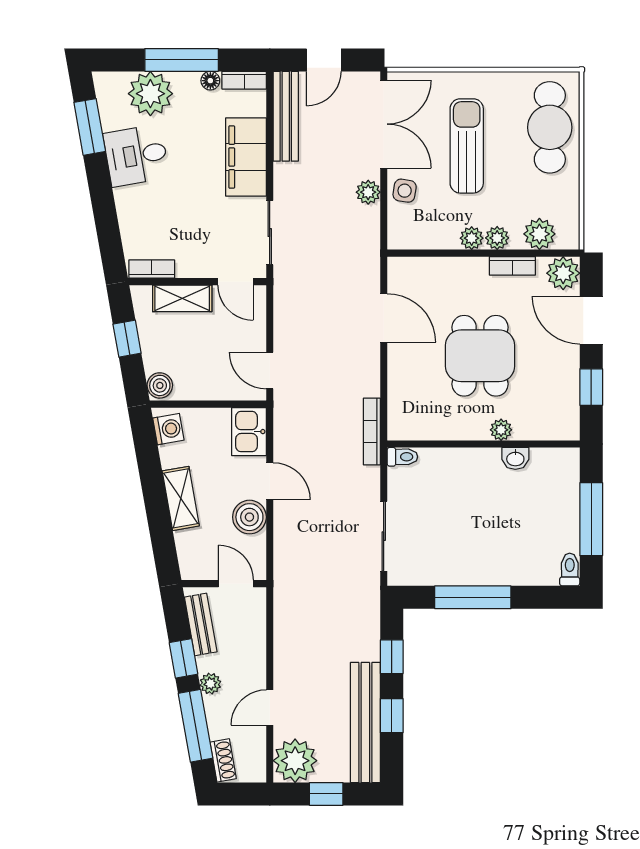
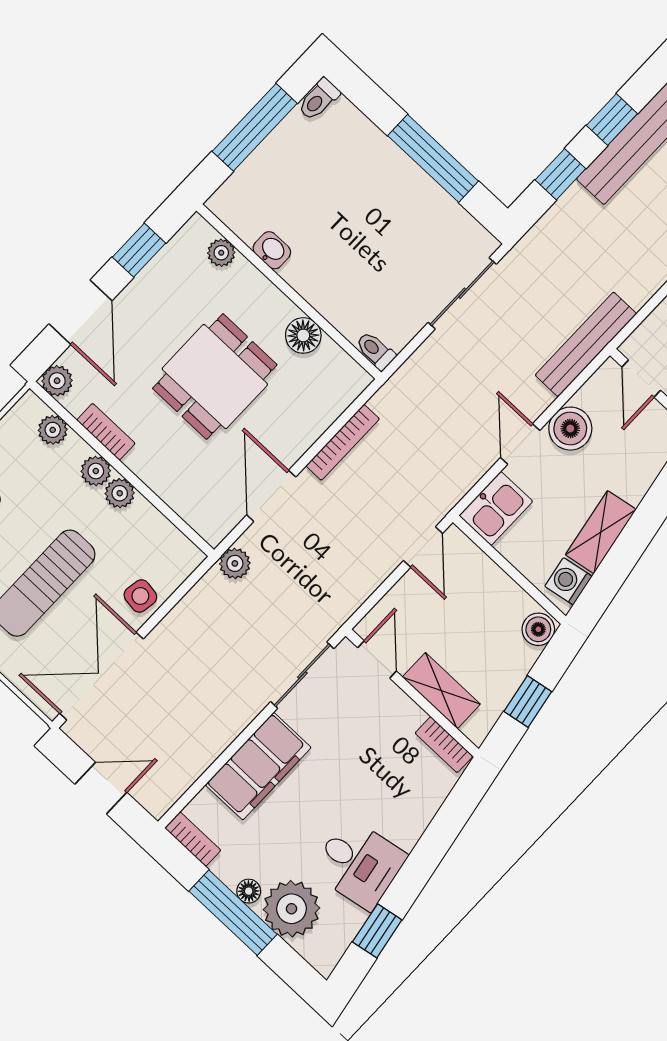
floor lamp: (210, 81) -> (249, 891), moved
bench: (286, 116) -> (586, 344), moved
window: (90, 127) -> (377, 931), width x0.67
plant: (368, 192) -> (235, 563), moved
plant: (539, 234) -> (53, 430), width x0.73, depth x0.73
plant: (563, 273) -> (57, 381), width x0.73, depth x0.73
floor lamp: (452, 427) -> (303, 335), added
plant: (501, 430) -> (221, 253), moved
bookcase: (372, 431) -> (343, 442), moved
shelving: (181, 498) -> (601, 532), moved

